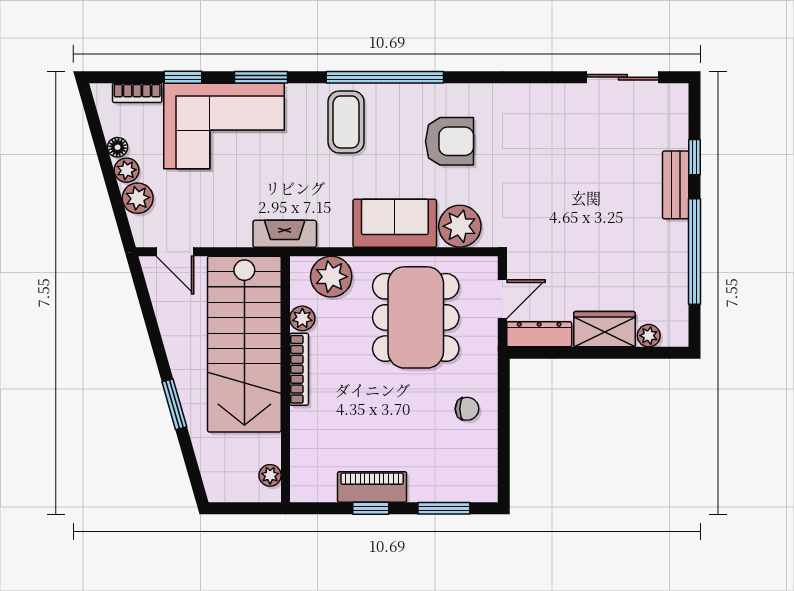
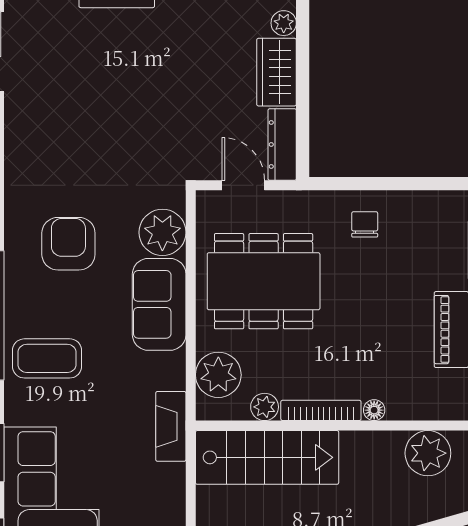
stairs: (244, 344) -> (267, 457), width x0.73, depth x0.66
floor lamp: (299, 417) -> (374, 410), added
plant: (270, 475) -> (428, 453), width x1.88, depth x1.88

